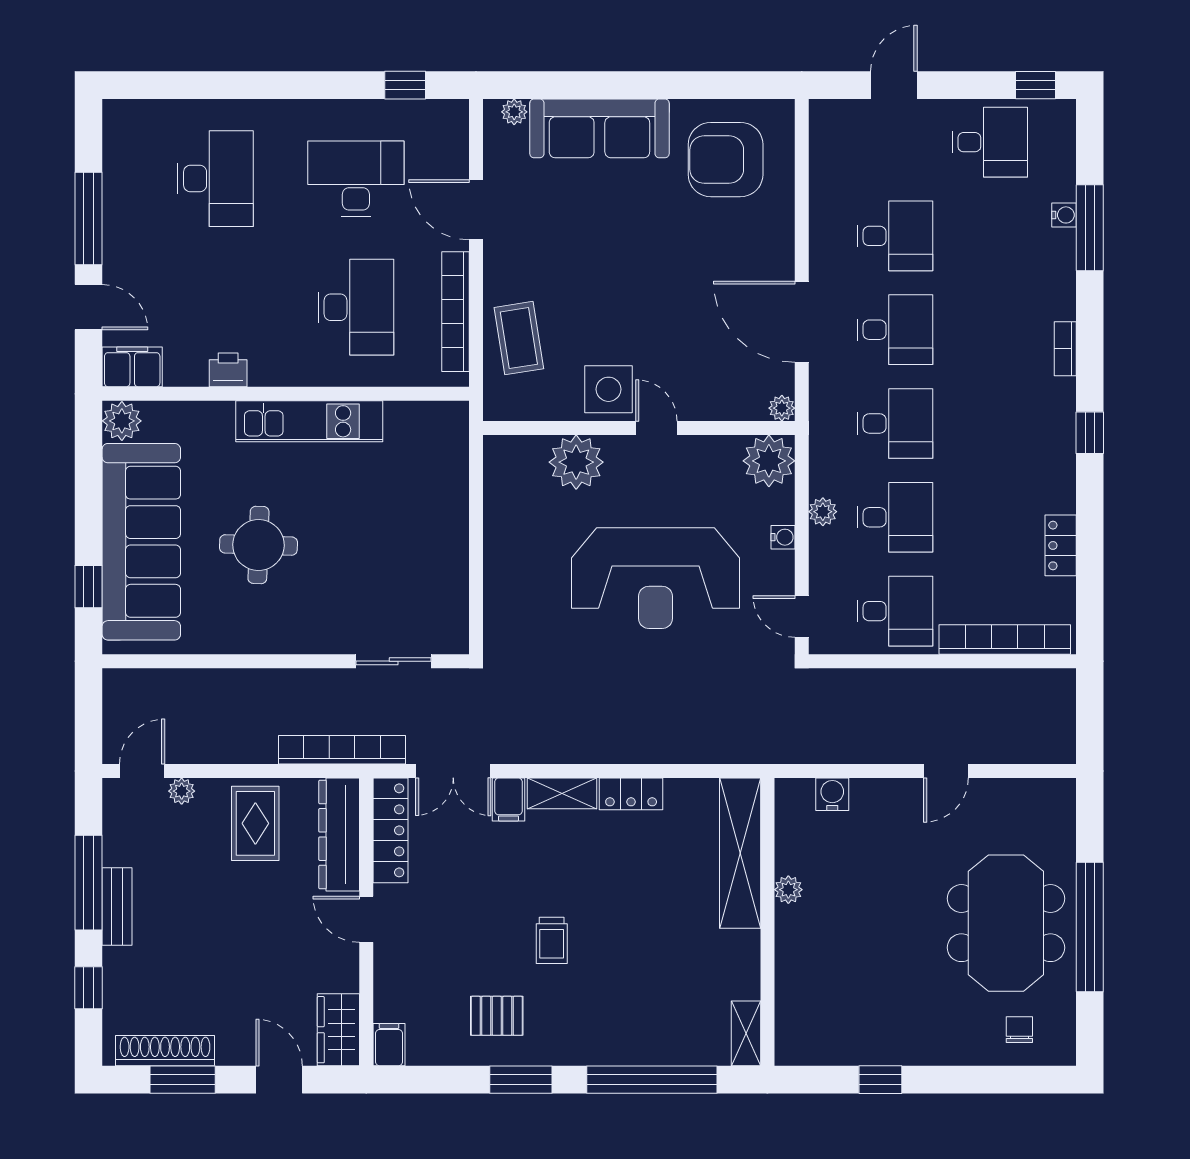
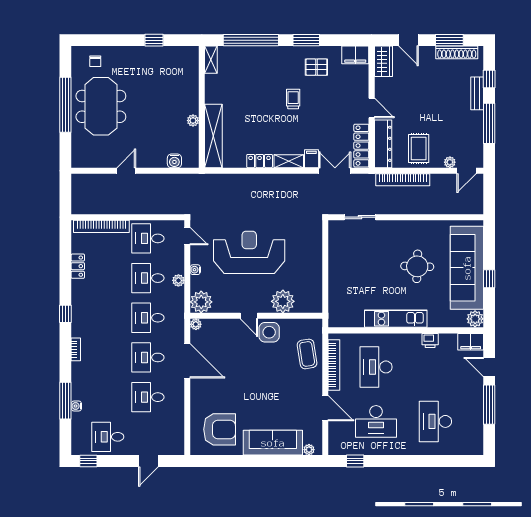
window: (88, 587) -> (489, 279), moved
bookcase: (342, 750) -> (403, 180), moved
bench: (117, 907) -> (477, 93), moved
filing cabinet: (389, 1045) -> (355, 55), width x2.00

